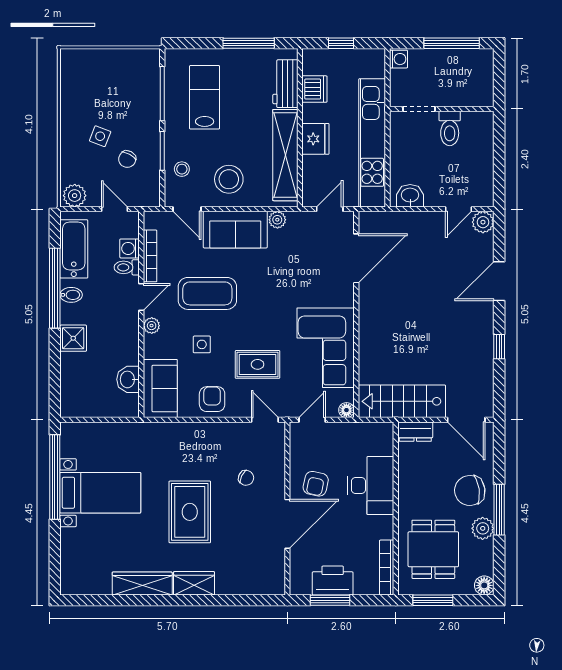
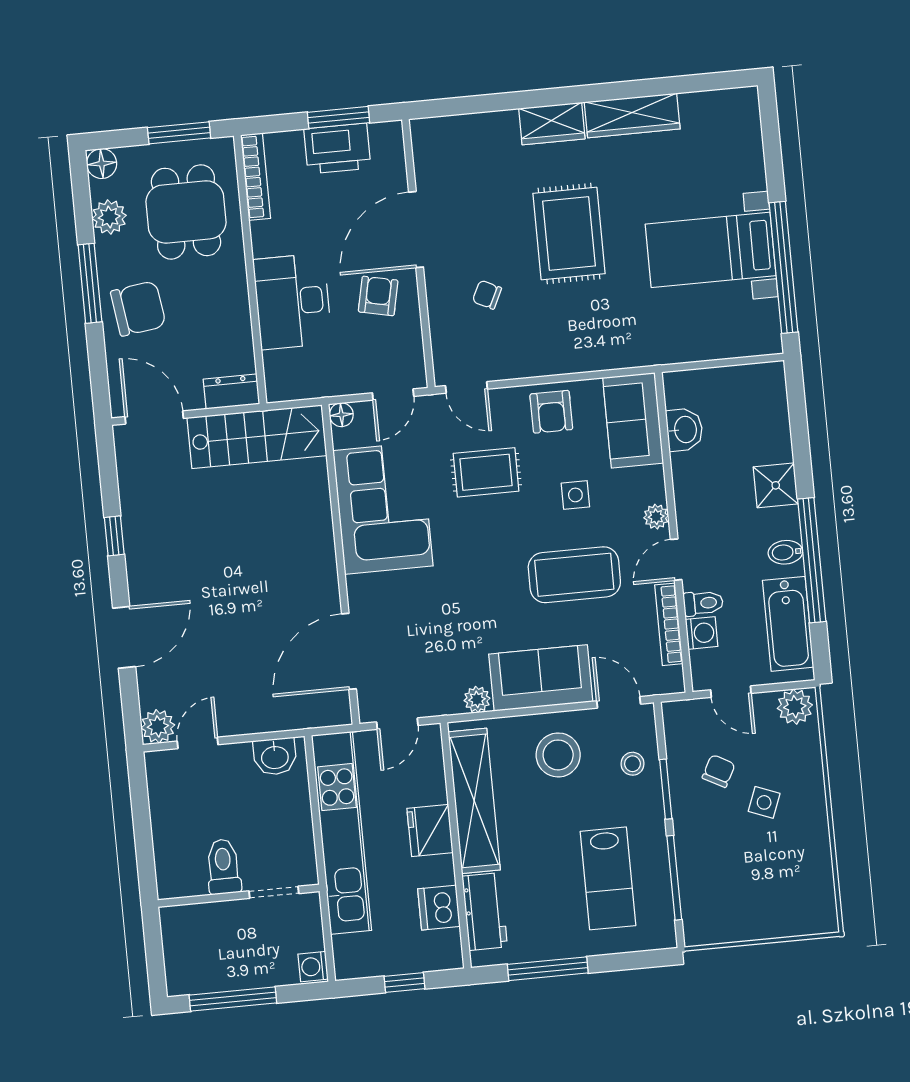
plant: (483, 528) -> (109, 217), moved

